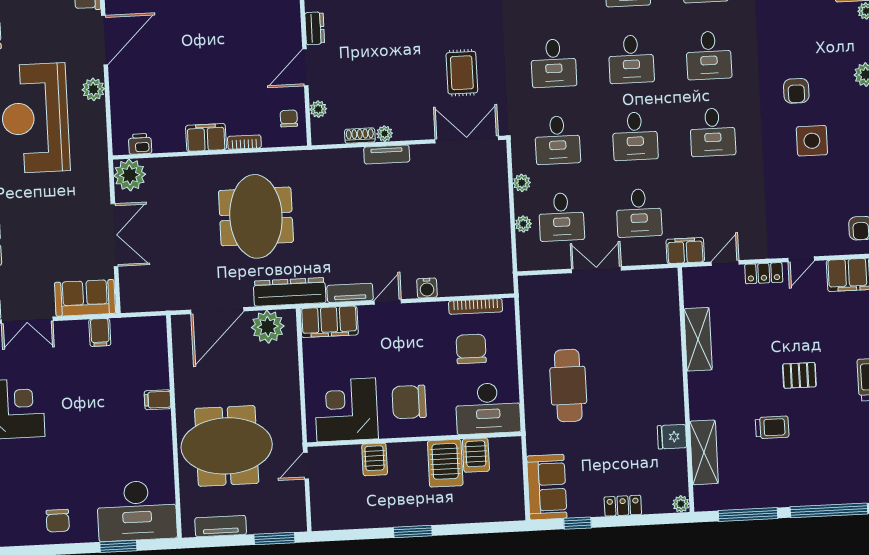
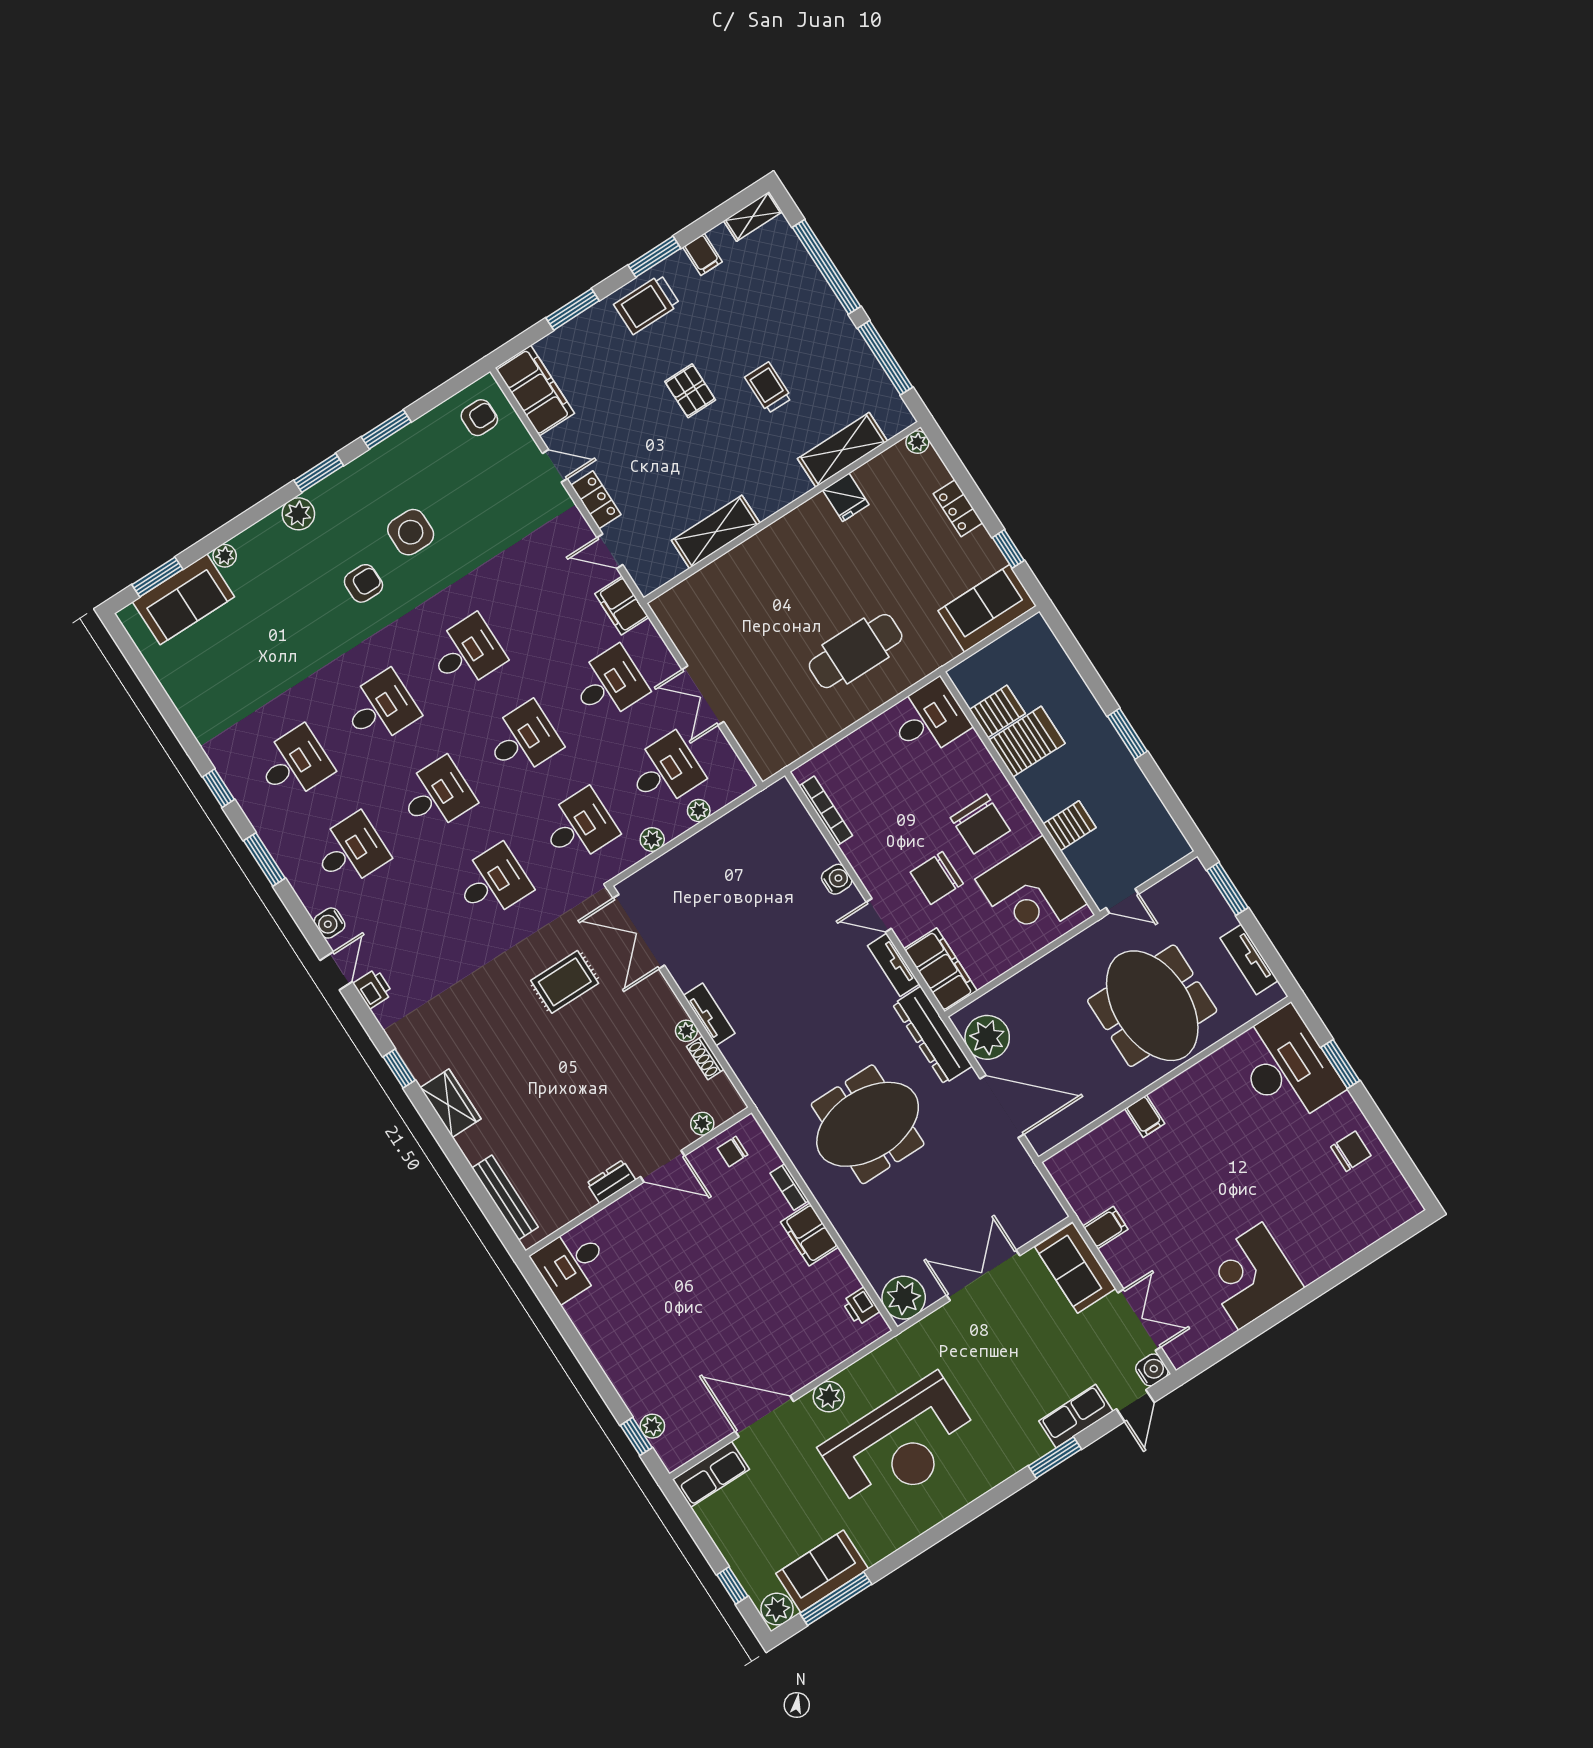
chair: (471, 349) -> (937, 878), moved
desk: (488, 408) -> (929, 719), width x0.73

